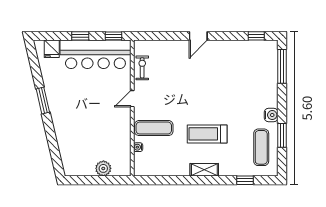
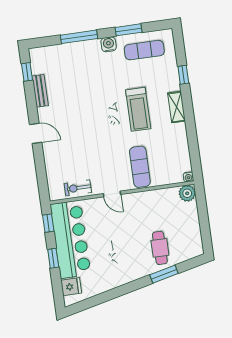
bench: (237, 46) -> (40, 91), added
window: (282, 66) -> (79, 37), moved
window: (43, 100) -> (164, 274), moved
cafe table: (76, 136) -> (160, 248), added
water cooler: (138, 147) -> (188, 177), moved
plant: (103, 168) -> (187, 193), moved
window: (245, 180) -> (183, 75), moved

